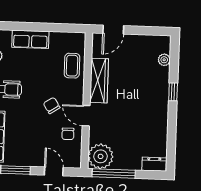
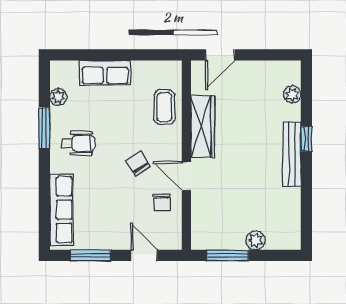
bench: (162, 103) -> (292, 155), added
plant: (101, 156) -> (256, 240), moved, width x0.53, depth x0.53
dresser: (154, 164) -> (283, 240), removed
window: (114, 173) -> (228, 255), width x0.69

